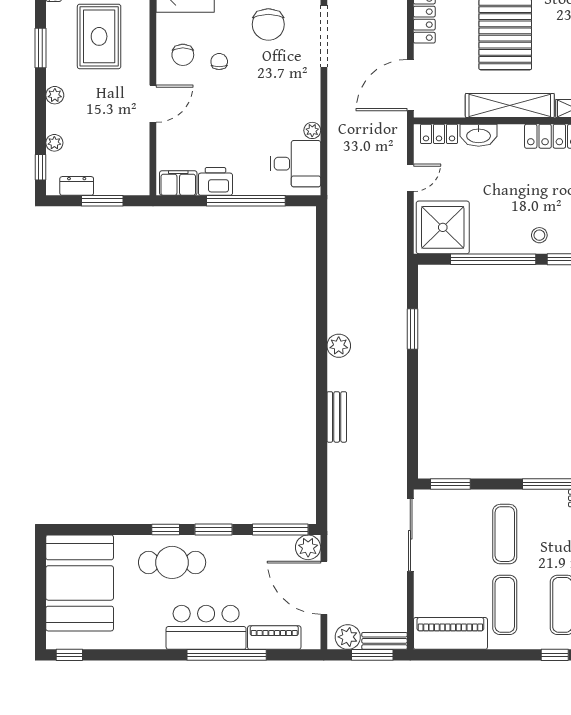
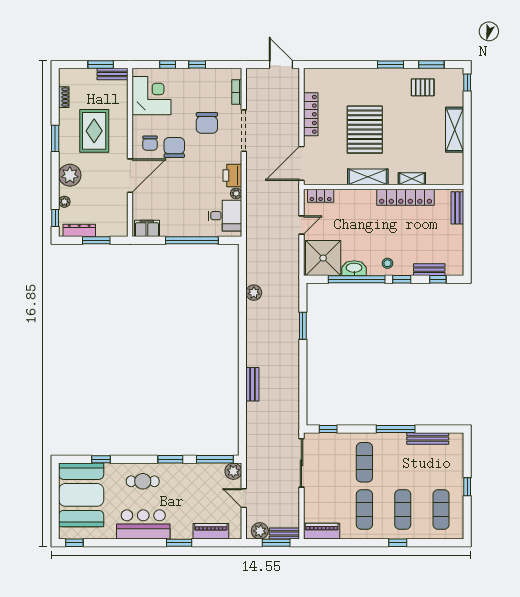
chair: (219, 62) -> (174, 148), width x1.87, depth x1.87
plant: (55, 95) -> (70, 175), width x1.88, depth x1.88
door: (153, 104) -> (130, 176), width x1.36
shelving: (510, 105) -> (368, 177), width x0.68
washbasin: (479, 135) -> (354, 268), moved, turned 180
printer: (215, 181) -> (232, 176), moved, turned -90
dresser: (77, 186) -> (79, 230), width x1.44
plant: (339, 346) -> (254, 293), moved
window: (450, 484) -> (328, 429), width x0.67
window: (166, 529) -> (101, 459), moved
cafe table: (172, 562) -> (143, 481), width x0.73, depth x0.74
door: (324, 588) -> (244, 498), width x0.53
bar counter: (206, 627) -> (143, 524), moved
piano: (450, 633) -> (322, 531), width x0.73, depth x0.75
window: (227, 655) -> (179, 543), width x0.47

